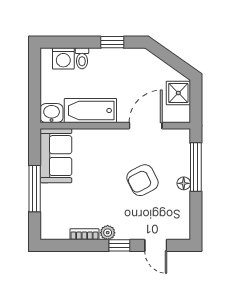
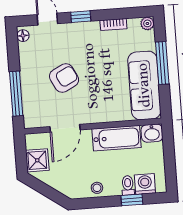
window: (112, 42) -> (132, 200), moved
stool: (116, 58) -> (97, 188), added
sofa: (56, 156) -> (144, 85), width x1.36
floor lamp: (184, 183) -> (23, 36), moved
plant: (108, 233) -> (147, 23), moved

